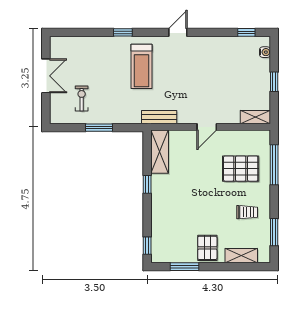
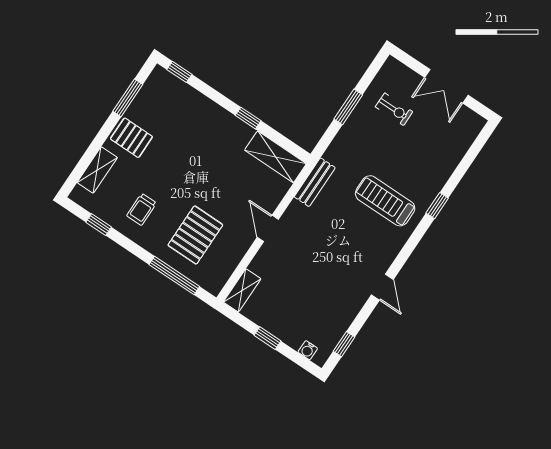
door: (178, 32) -> (382, 287), moved
window: (274, 232) -> (99, 225), width x0.67

